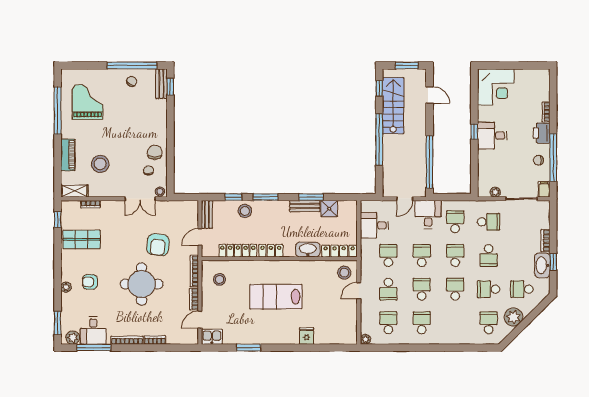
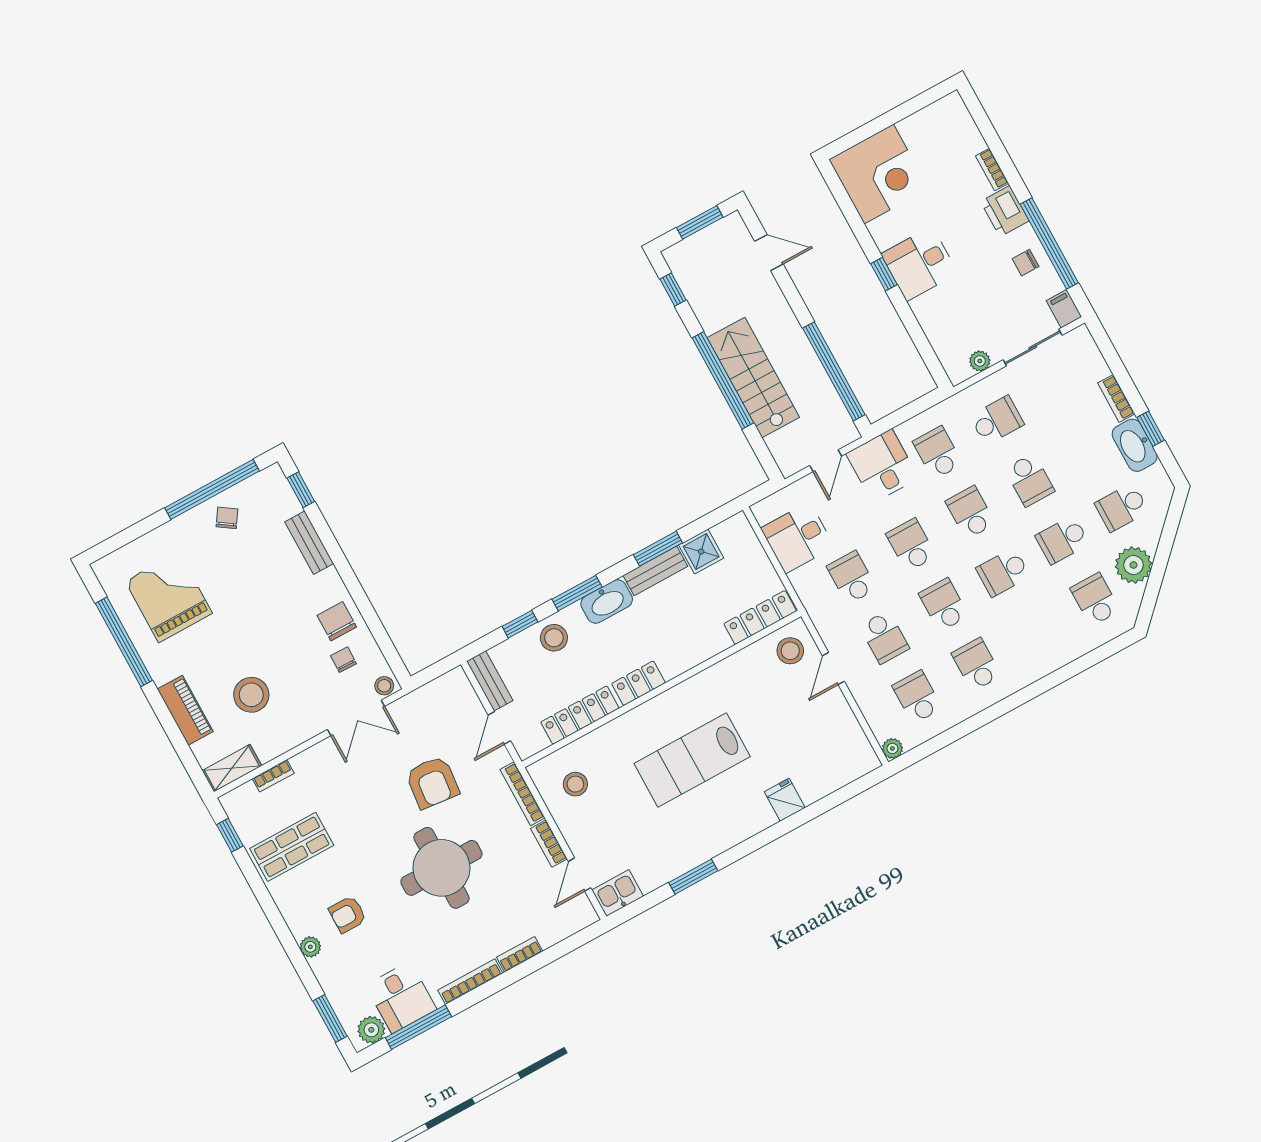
bench: (161, 84) -> (309, 543), moved
stairs: (393, 106) -> (753, 377), moved
washbasin: (308, 250) -> (607, 601), moved, turned 180
school desk: (455, 289) -> (1003, 572), turned -90

